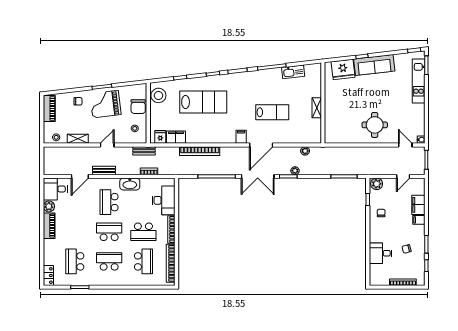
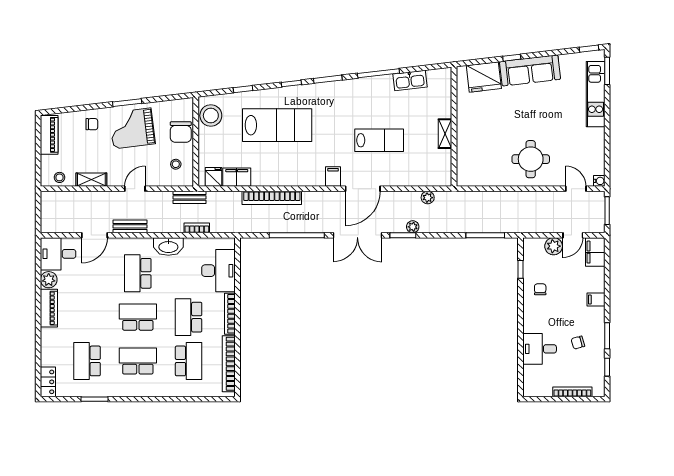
plant: (377, 184) -> (554, 246), moved
filing cabinet: (418, 205) -> (595, 252), moved
school desk: (143, 232) -> (189, 317), turned 90

